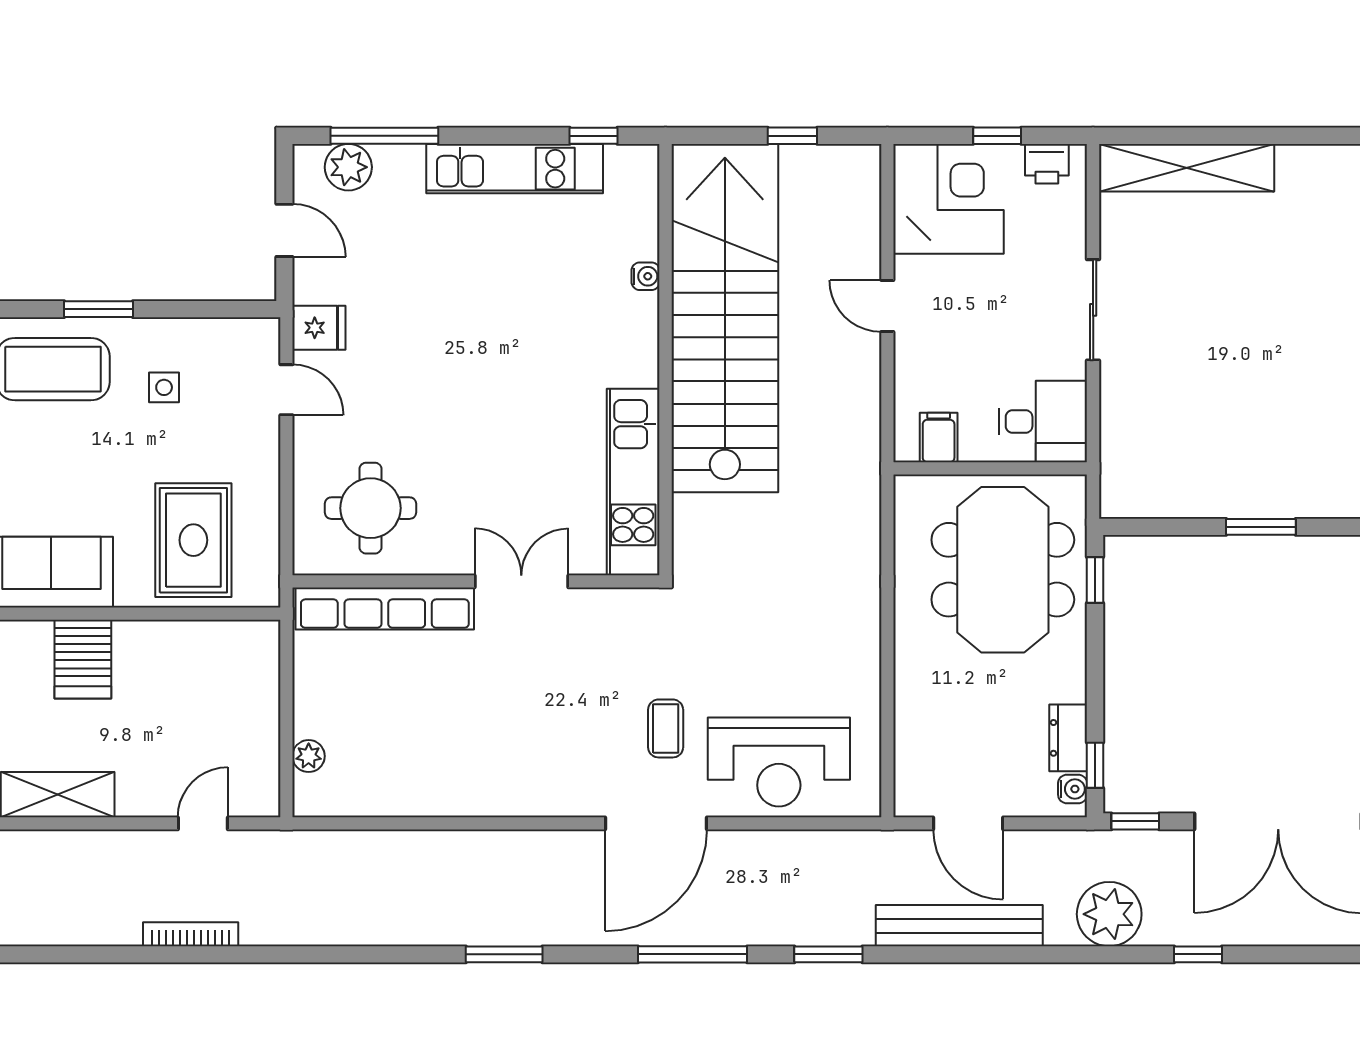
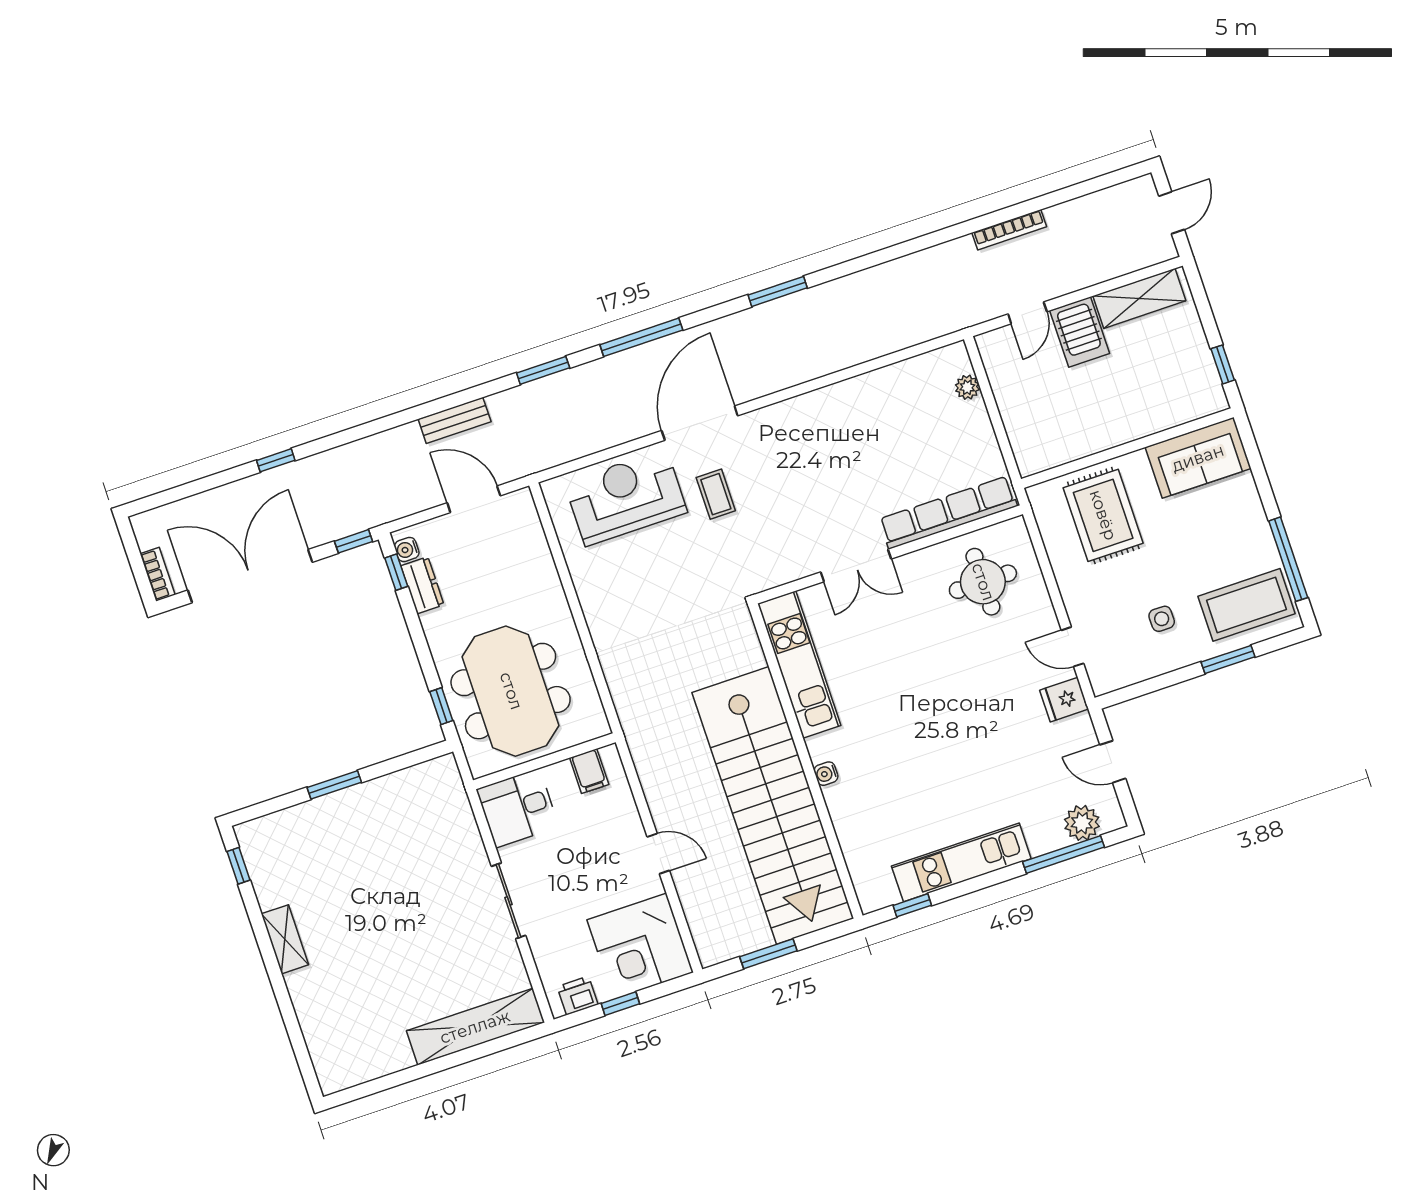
window: (792, 136) -> (768, 954), width x1.50
water cooler: (646, 276) -> (826, 774), moved
server rack: (83, 659) -> (1080, 332), moved, turned 180
plant: (1109, 914) -> (350, 468), removed
bench: (959, 926) -> (455, 420), width x0.54, depth x0.82

